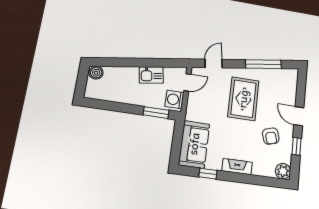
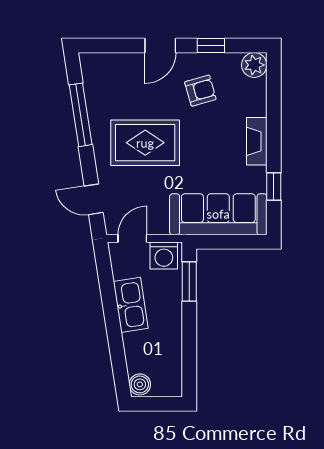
kitchen sink: (151, 75) -> (131, 305), width x1.38
door: (187, 82) -> (132, 238), hinge flipped
sofa: (194, 144) -> (218, 214), width x1.36

